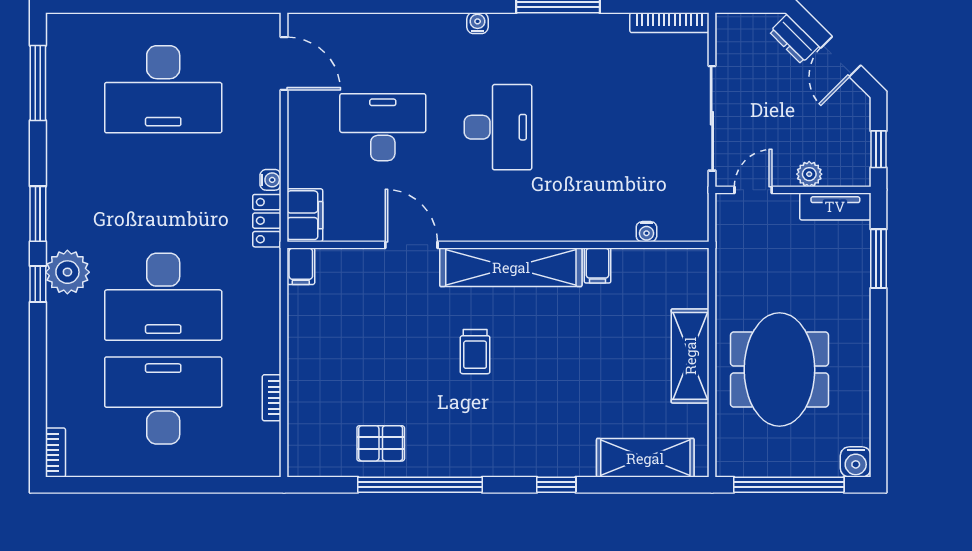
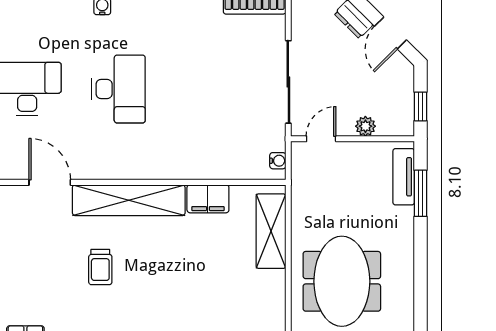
tv unit: (835, 206) -> (404, 177), moved, turned 90
water cooler: (646, 232) -> (278, 161), moved, turned -90
filing cabinet: (598, 266) -> (208, 199), width x2.00
shelving: (690, 356) -> (271, 231), moved

